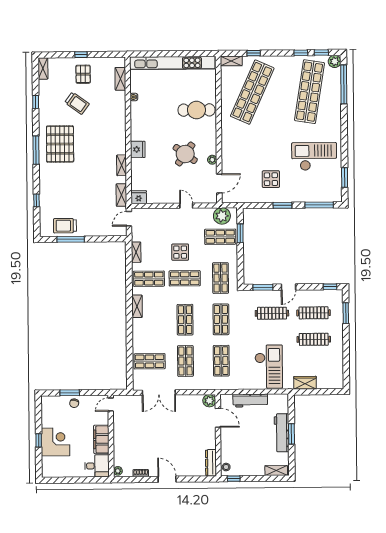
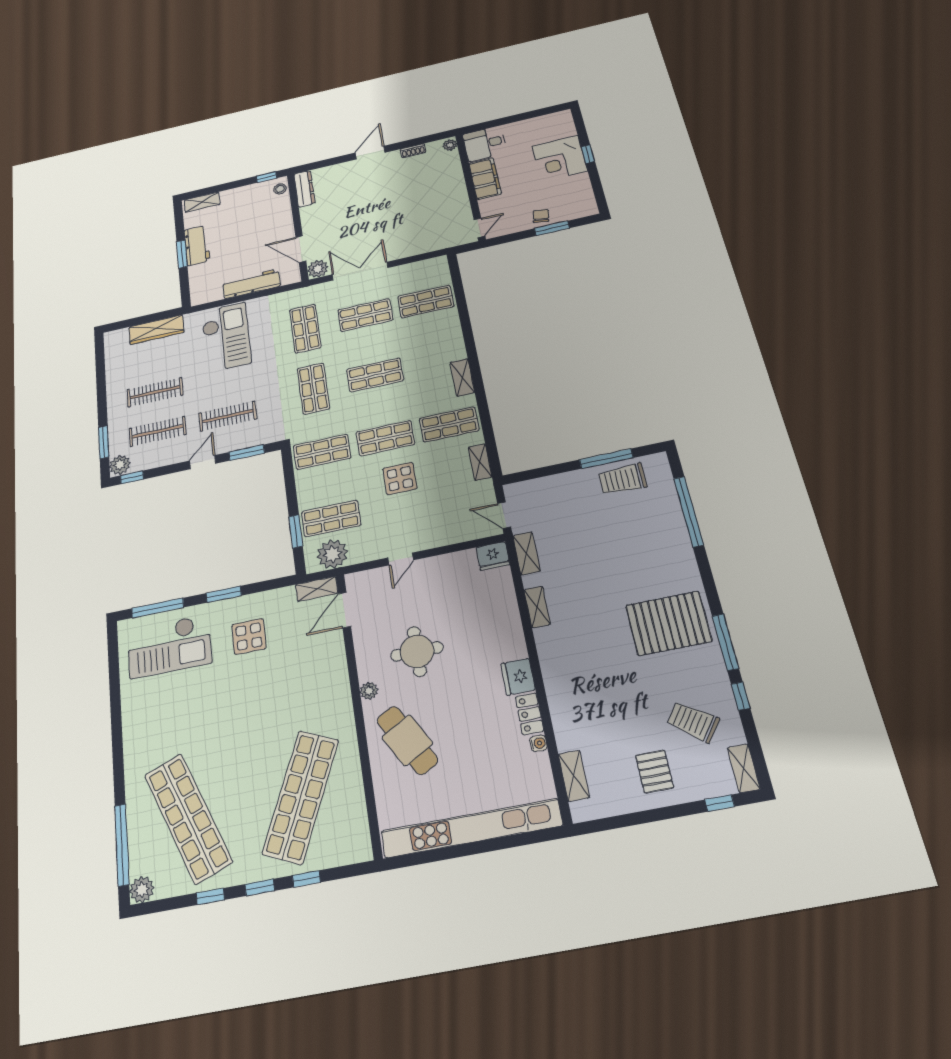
window: (321, 53) -> (260, 887), moved
window: (81, 55) -> (720, 803), moved
shelving: (231, 61) -> (317, 589), moved
shop shelf: (309, 92) -> (188, 818), turned -30
trolley: (77, 103) -> (693, 722), moved
cafe table: (196, 110) -> (407, 740), turned 61
locker: (135, 112) -> (530, 714), added
pallet: (60, 144) -> (669, 623), turned 90
fridge: (138, 149) -> (518, 677), moved
window: (36, 150) -> (725, 642), moved
round table: (185, 154) -> (417, 651), turned -36
checkout: (314, 156) -> (169, 646), moved
plant: (212, 160) -> (369, 691), moved
window: (345, 178) -> (114, 666), removed
window: (37, 200) -> (689, 512), width x3.17
door: (186, 206) -> (401, 559), hinge flipped
door: (129, 219) -> (504, 515), swing flipped
trolley: (65, 226) -> (623, 479), turned 180
shop shelf: (221, 278) -> (322, 452), turned 90
plant: (337, 296) -> (120, 465), added
shop shelf: (185, 320) -> (375, 375), turned 90
shop shelf: (185, 361) -> (365, 315), turned 90
checkout: (269, 367) -> (226, 337), turned 180
wardrobe: (305, 383) -> (156, 330), width x1.50
double door: (159, 393) -> (360, 271), moved
workbench: (282, 433) -> (197, 245), width x0.73
door: (167, 479) -> (370, 153), swing flipped

